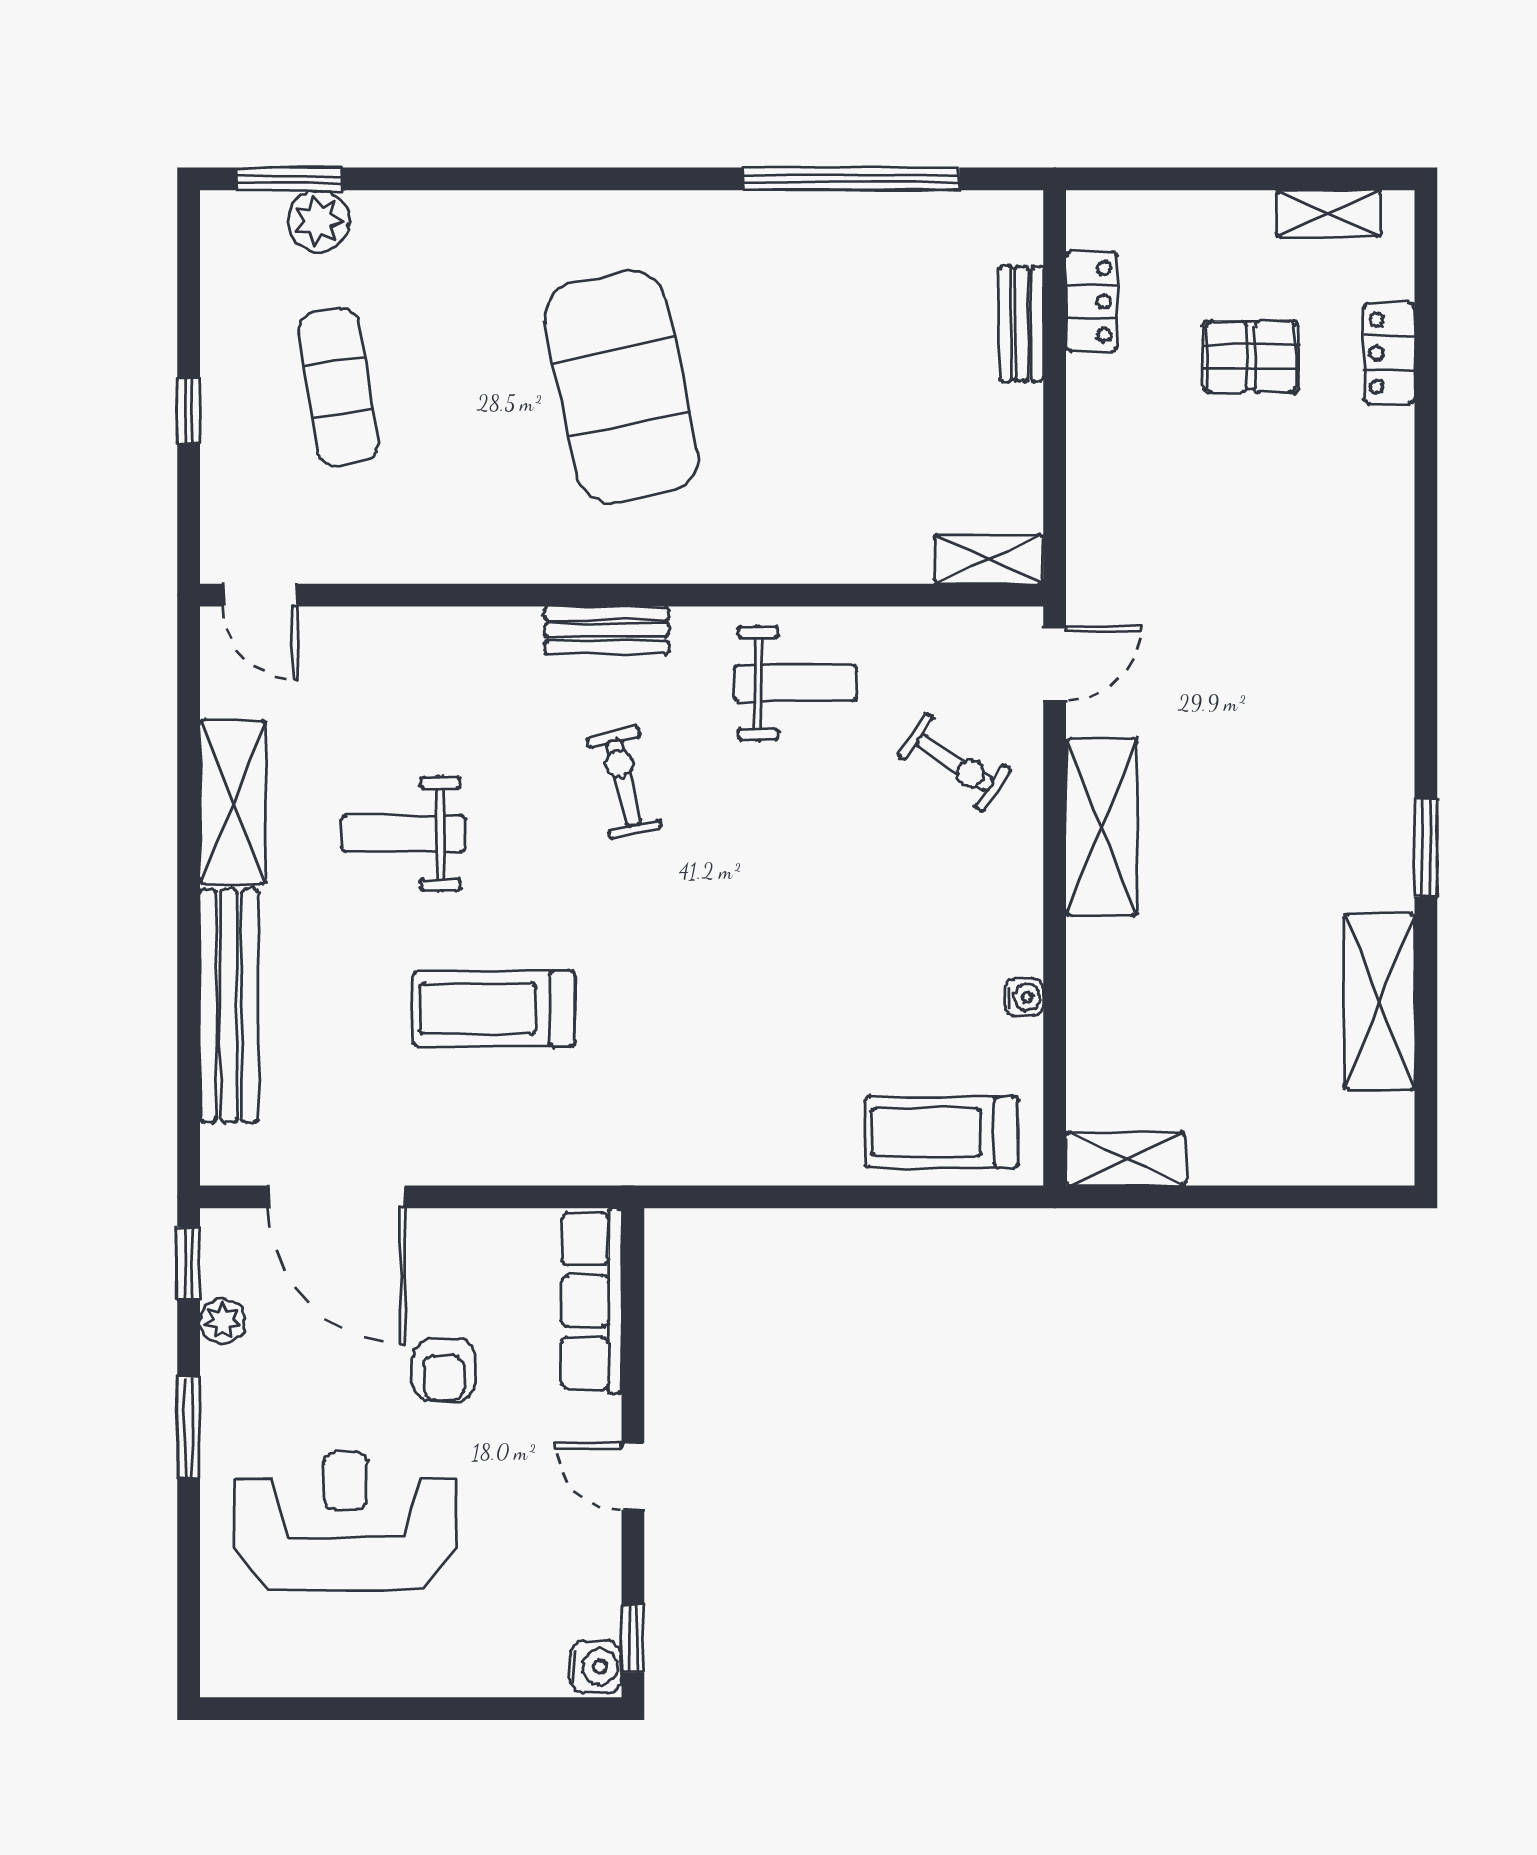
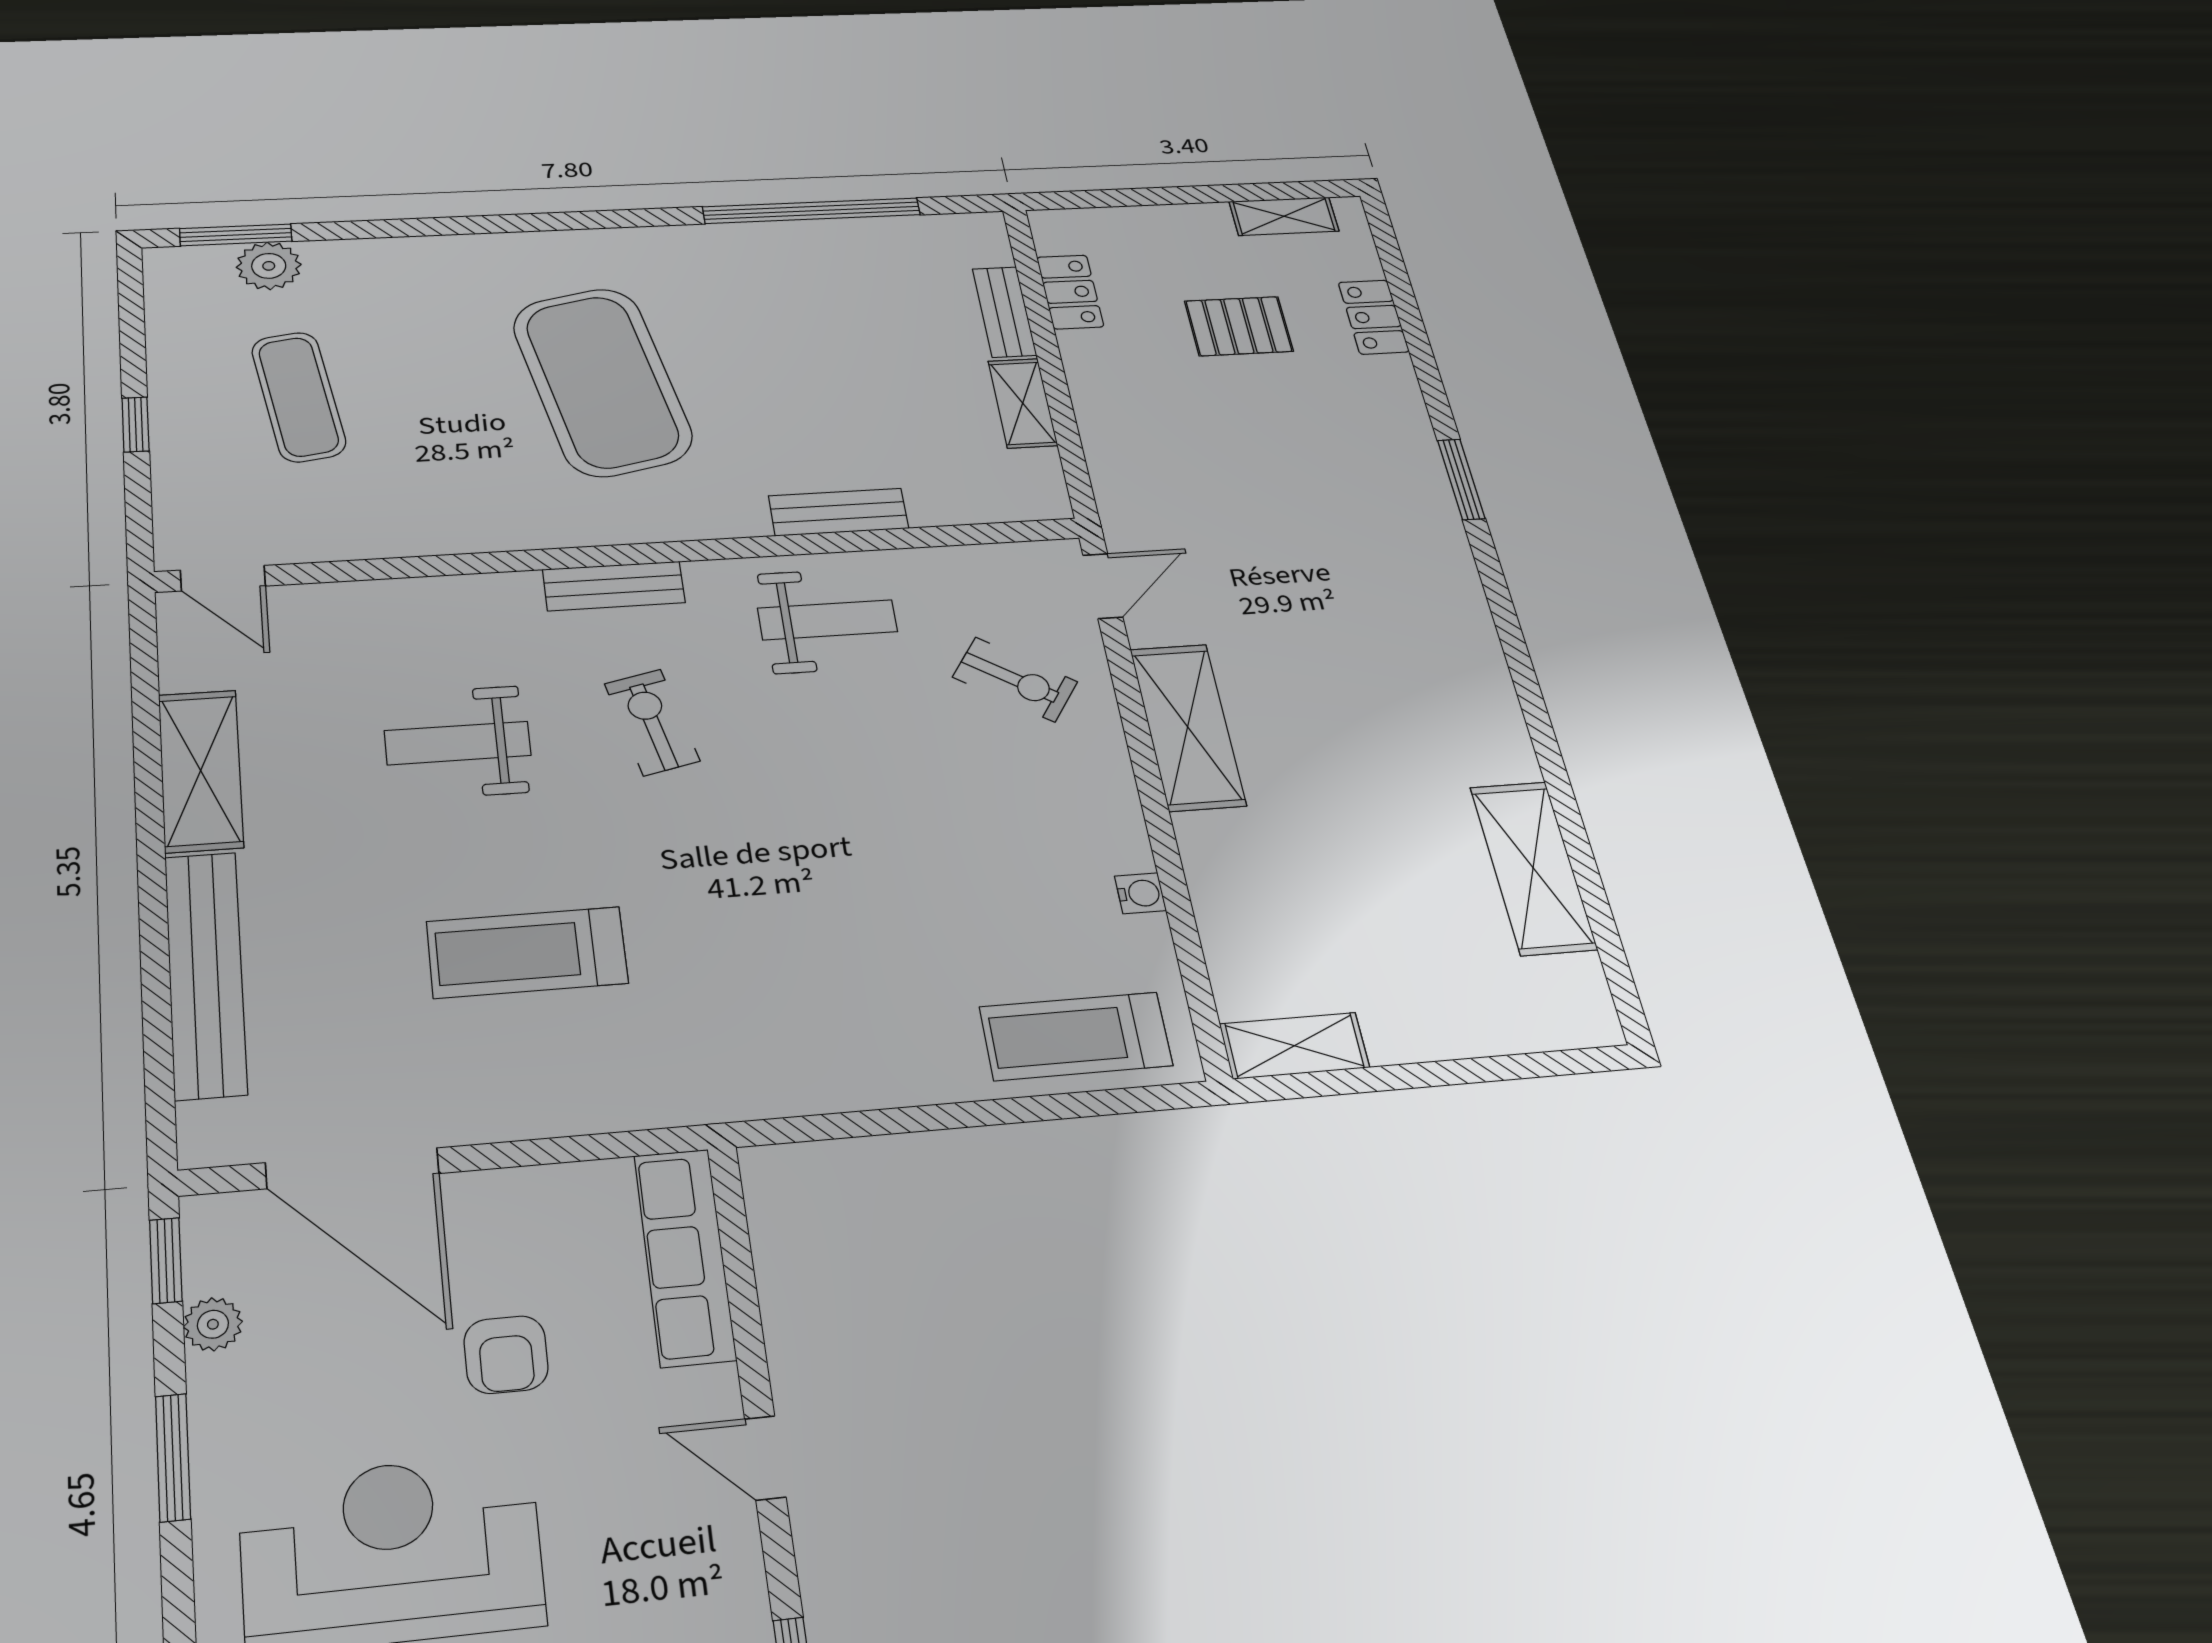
shelving: (989, 559) -> (1023, 403), moved, turned 90
bench: (823, 560) -> (839, 512), added
weight bench: (403, 834) -> (458, 743), moved
window: (1426, 848) -> (1461, 479), moved

